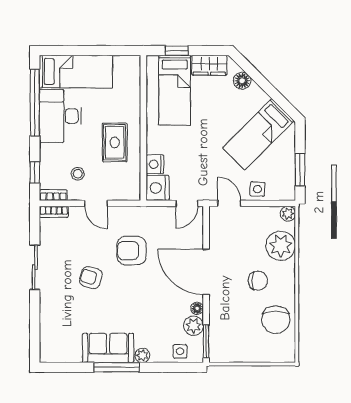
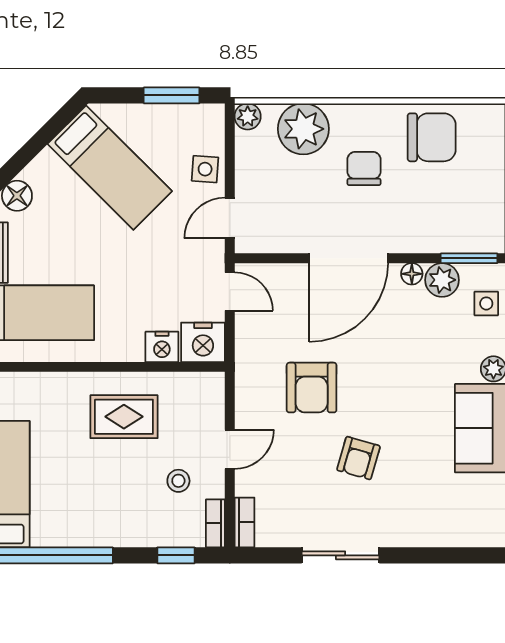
desk: (60, 116) -> (78, 511), removed

